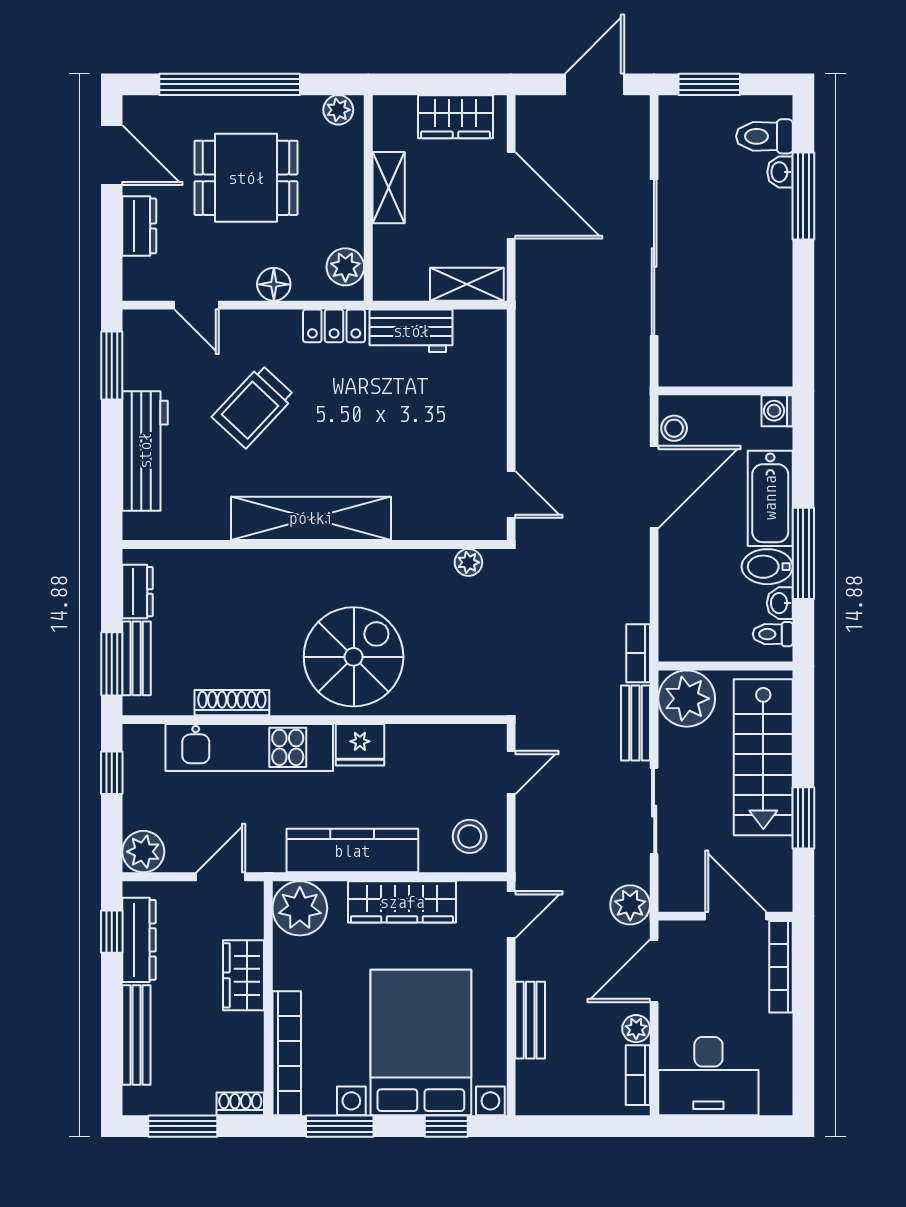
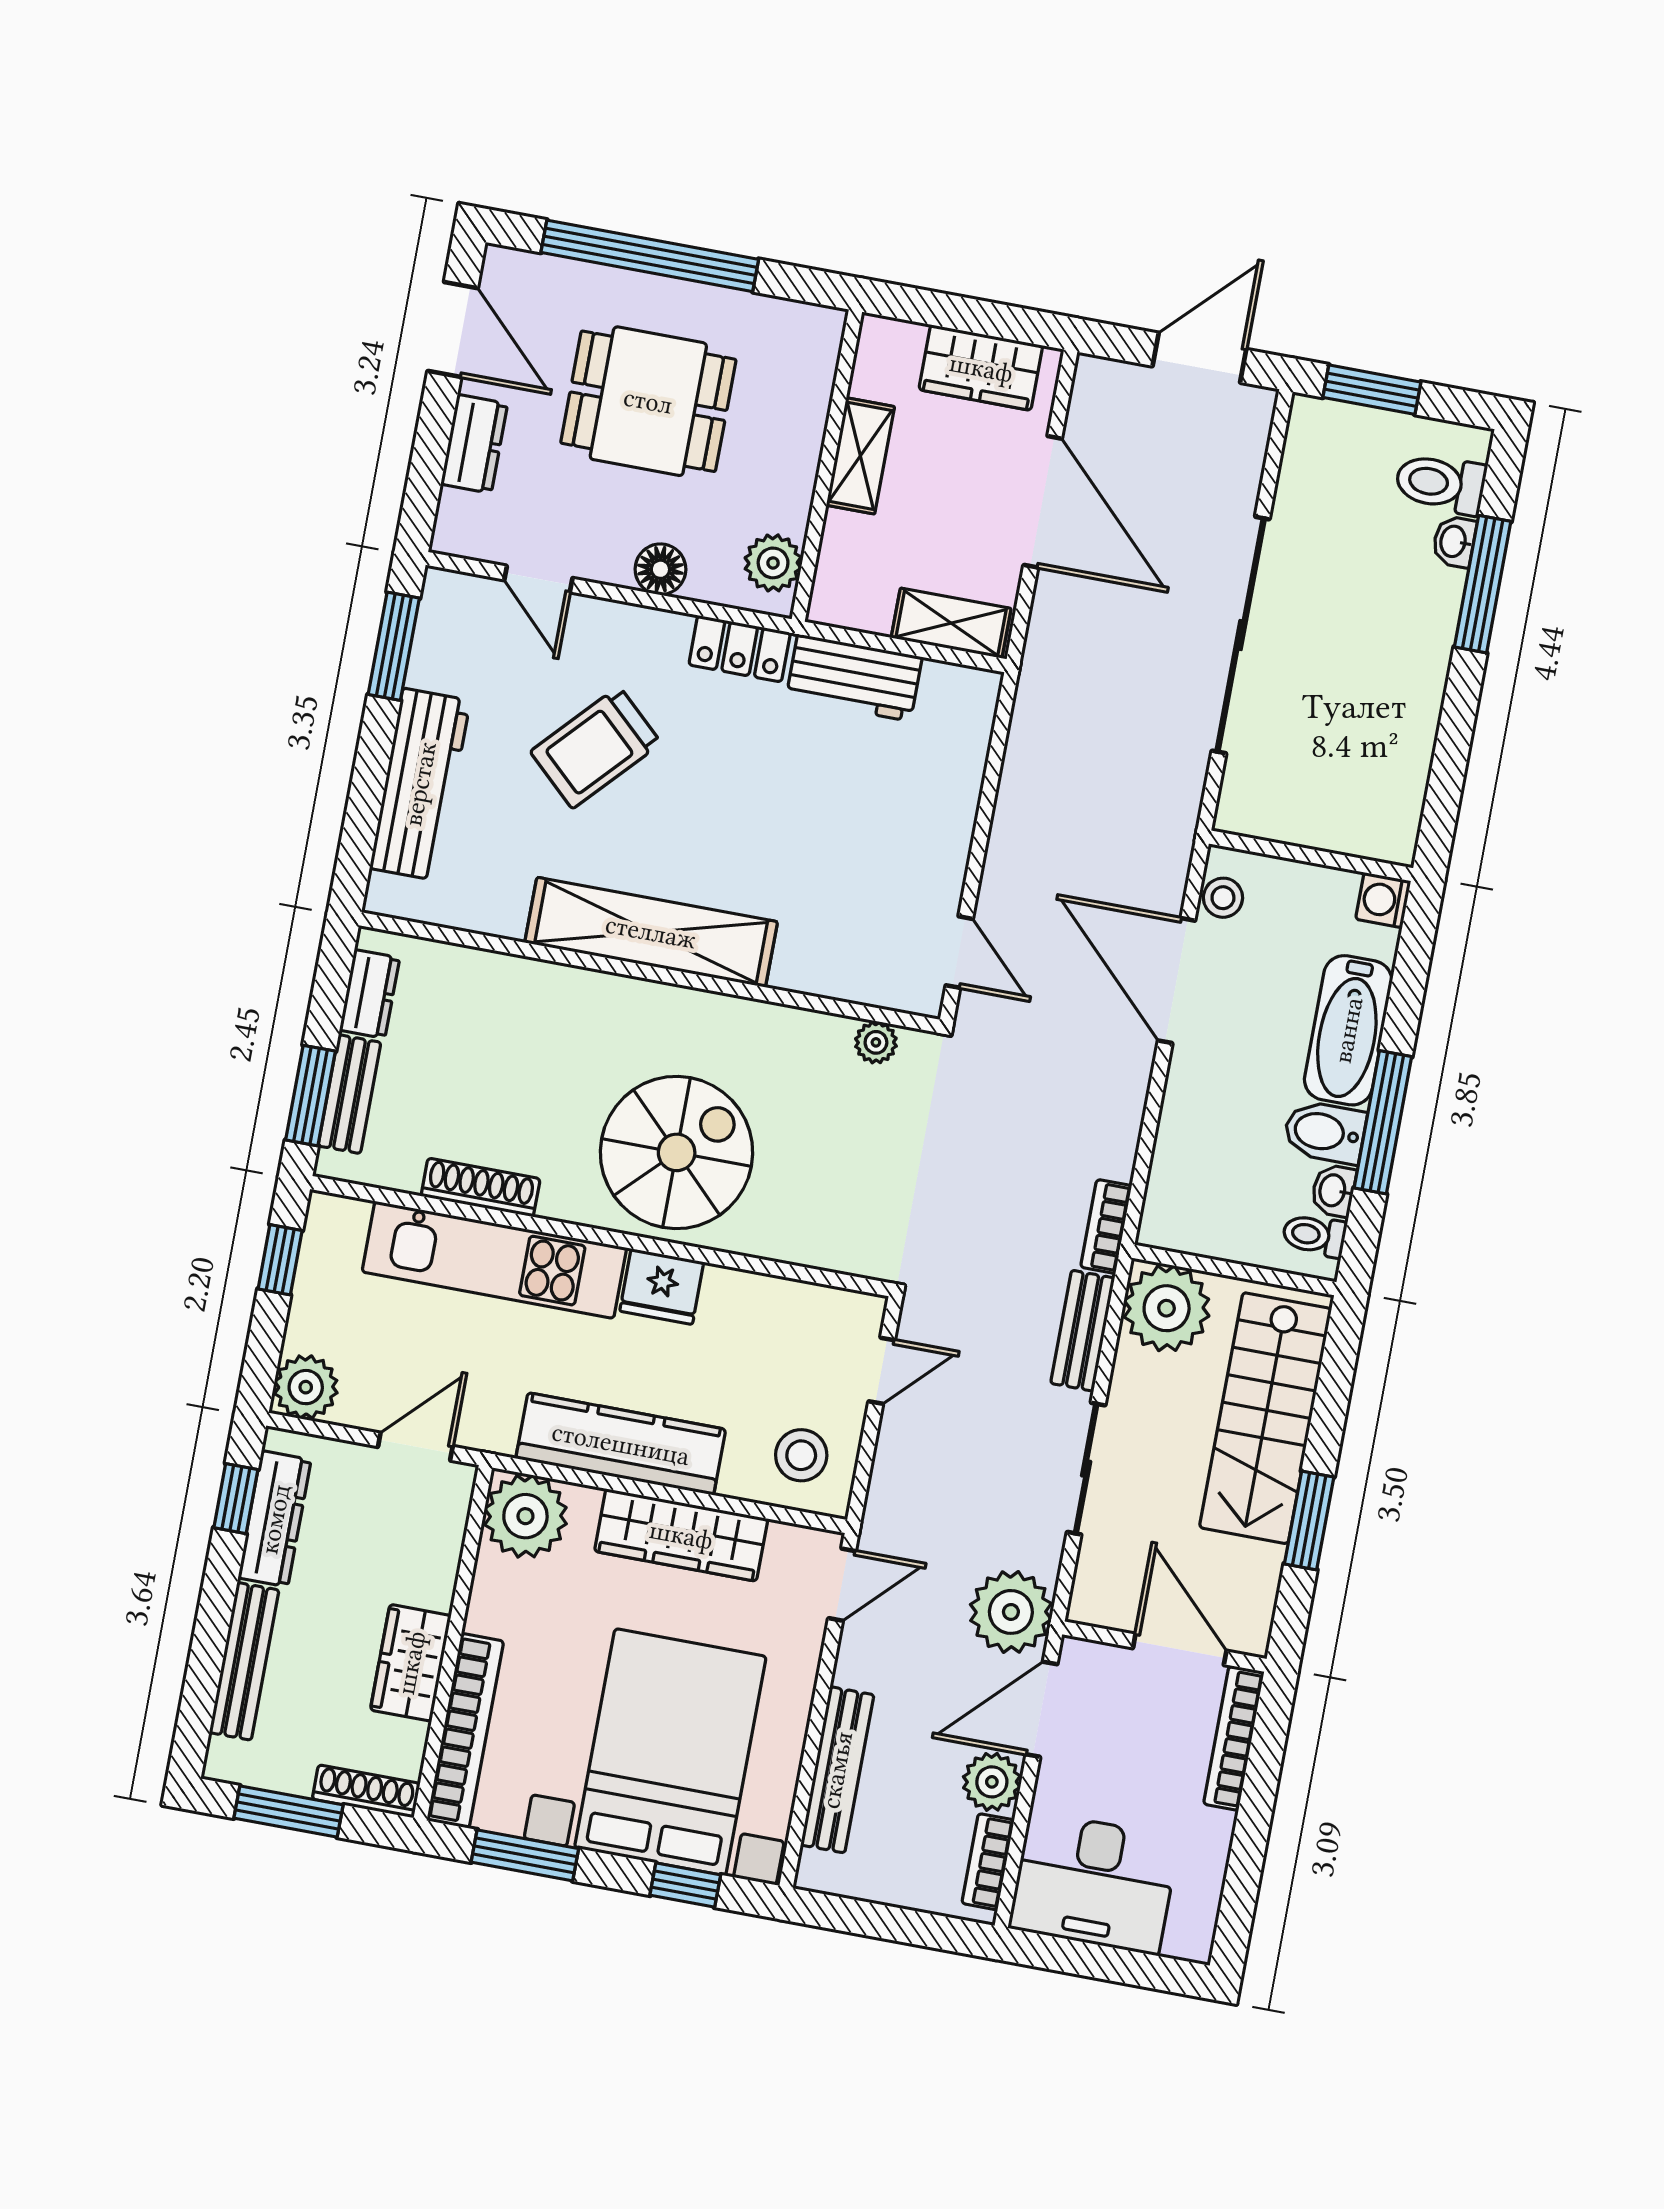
plant: (338, 110) -> (806, 325), removed
door: (654, 487) -> (1177, 981), swing flipped
plant: (630, 905) -> (1011, 1612), width x1.36, depth x1.36
wardrobe: (244, 975) -> (411, 1663), moved
bench: (530, 1020) -> (837, 1770), width x1.36
plant: (636, 1029) -> (992, 1782), width x1.38, depth x1.38
shoe rack: (240, 1104) -> (366, 1791), width x1.43

